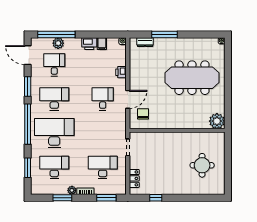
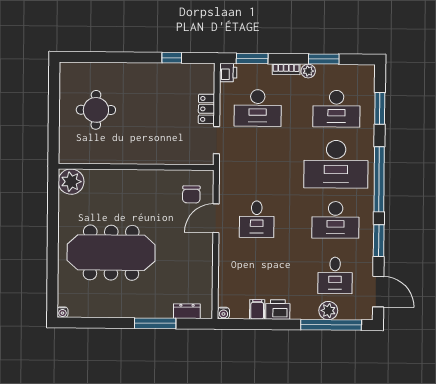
printer: (121, 72) -> (228, 73), moved
locker: (134, 178) -> (206, 109), moved

